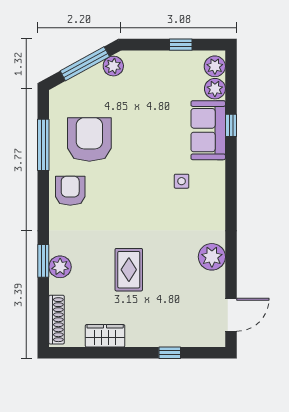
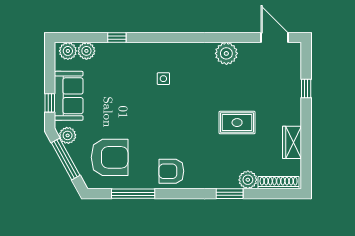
window: (181, 45) -> (50, 103), moved
sofa: (208, 130) -> (69, 96), moved, turned -90
armchair: (89, 139) -> (110, 157), moved, turned 180
plant: (60, 267) -> (248, 180), moved

